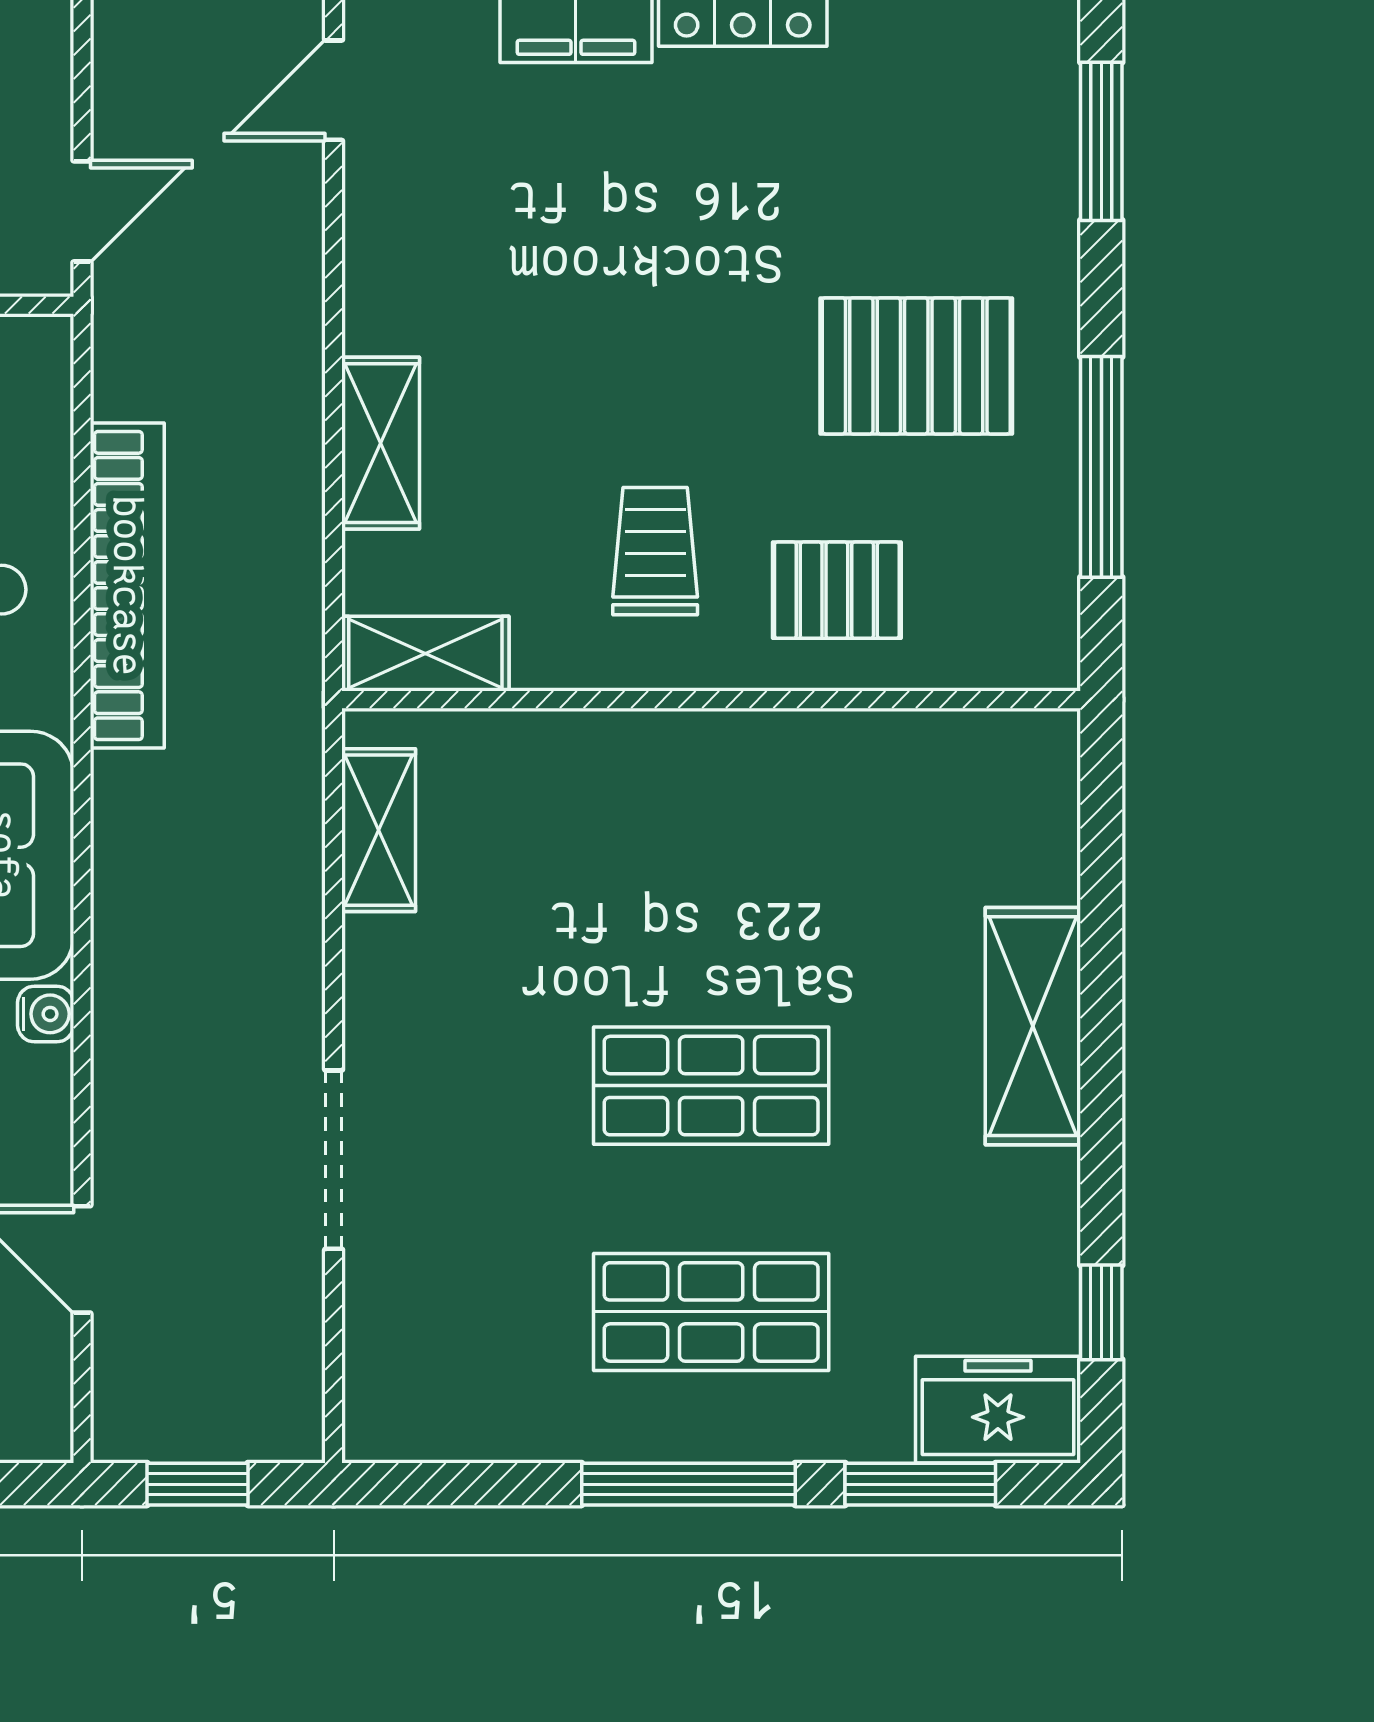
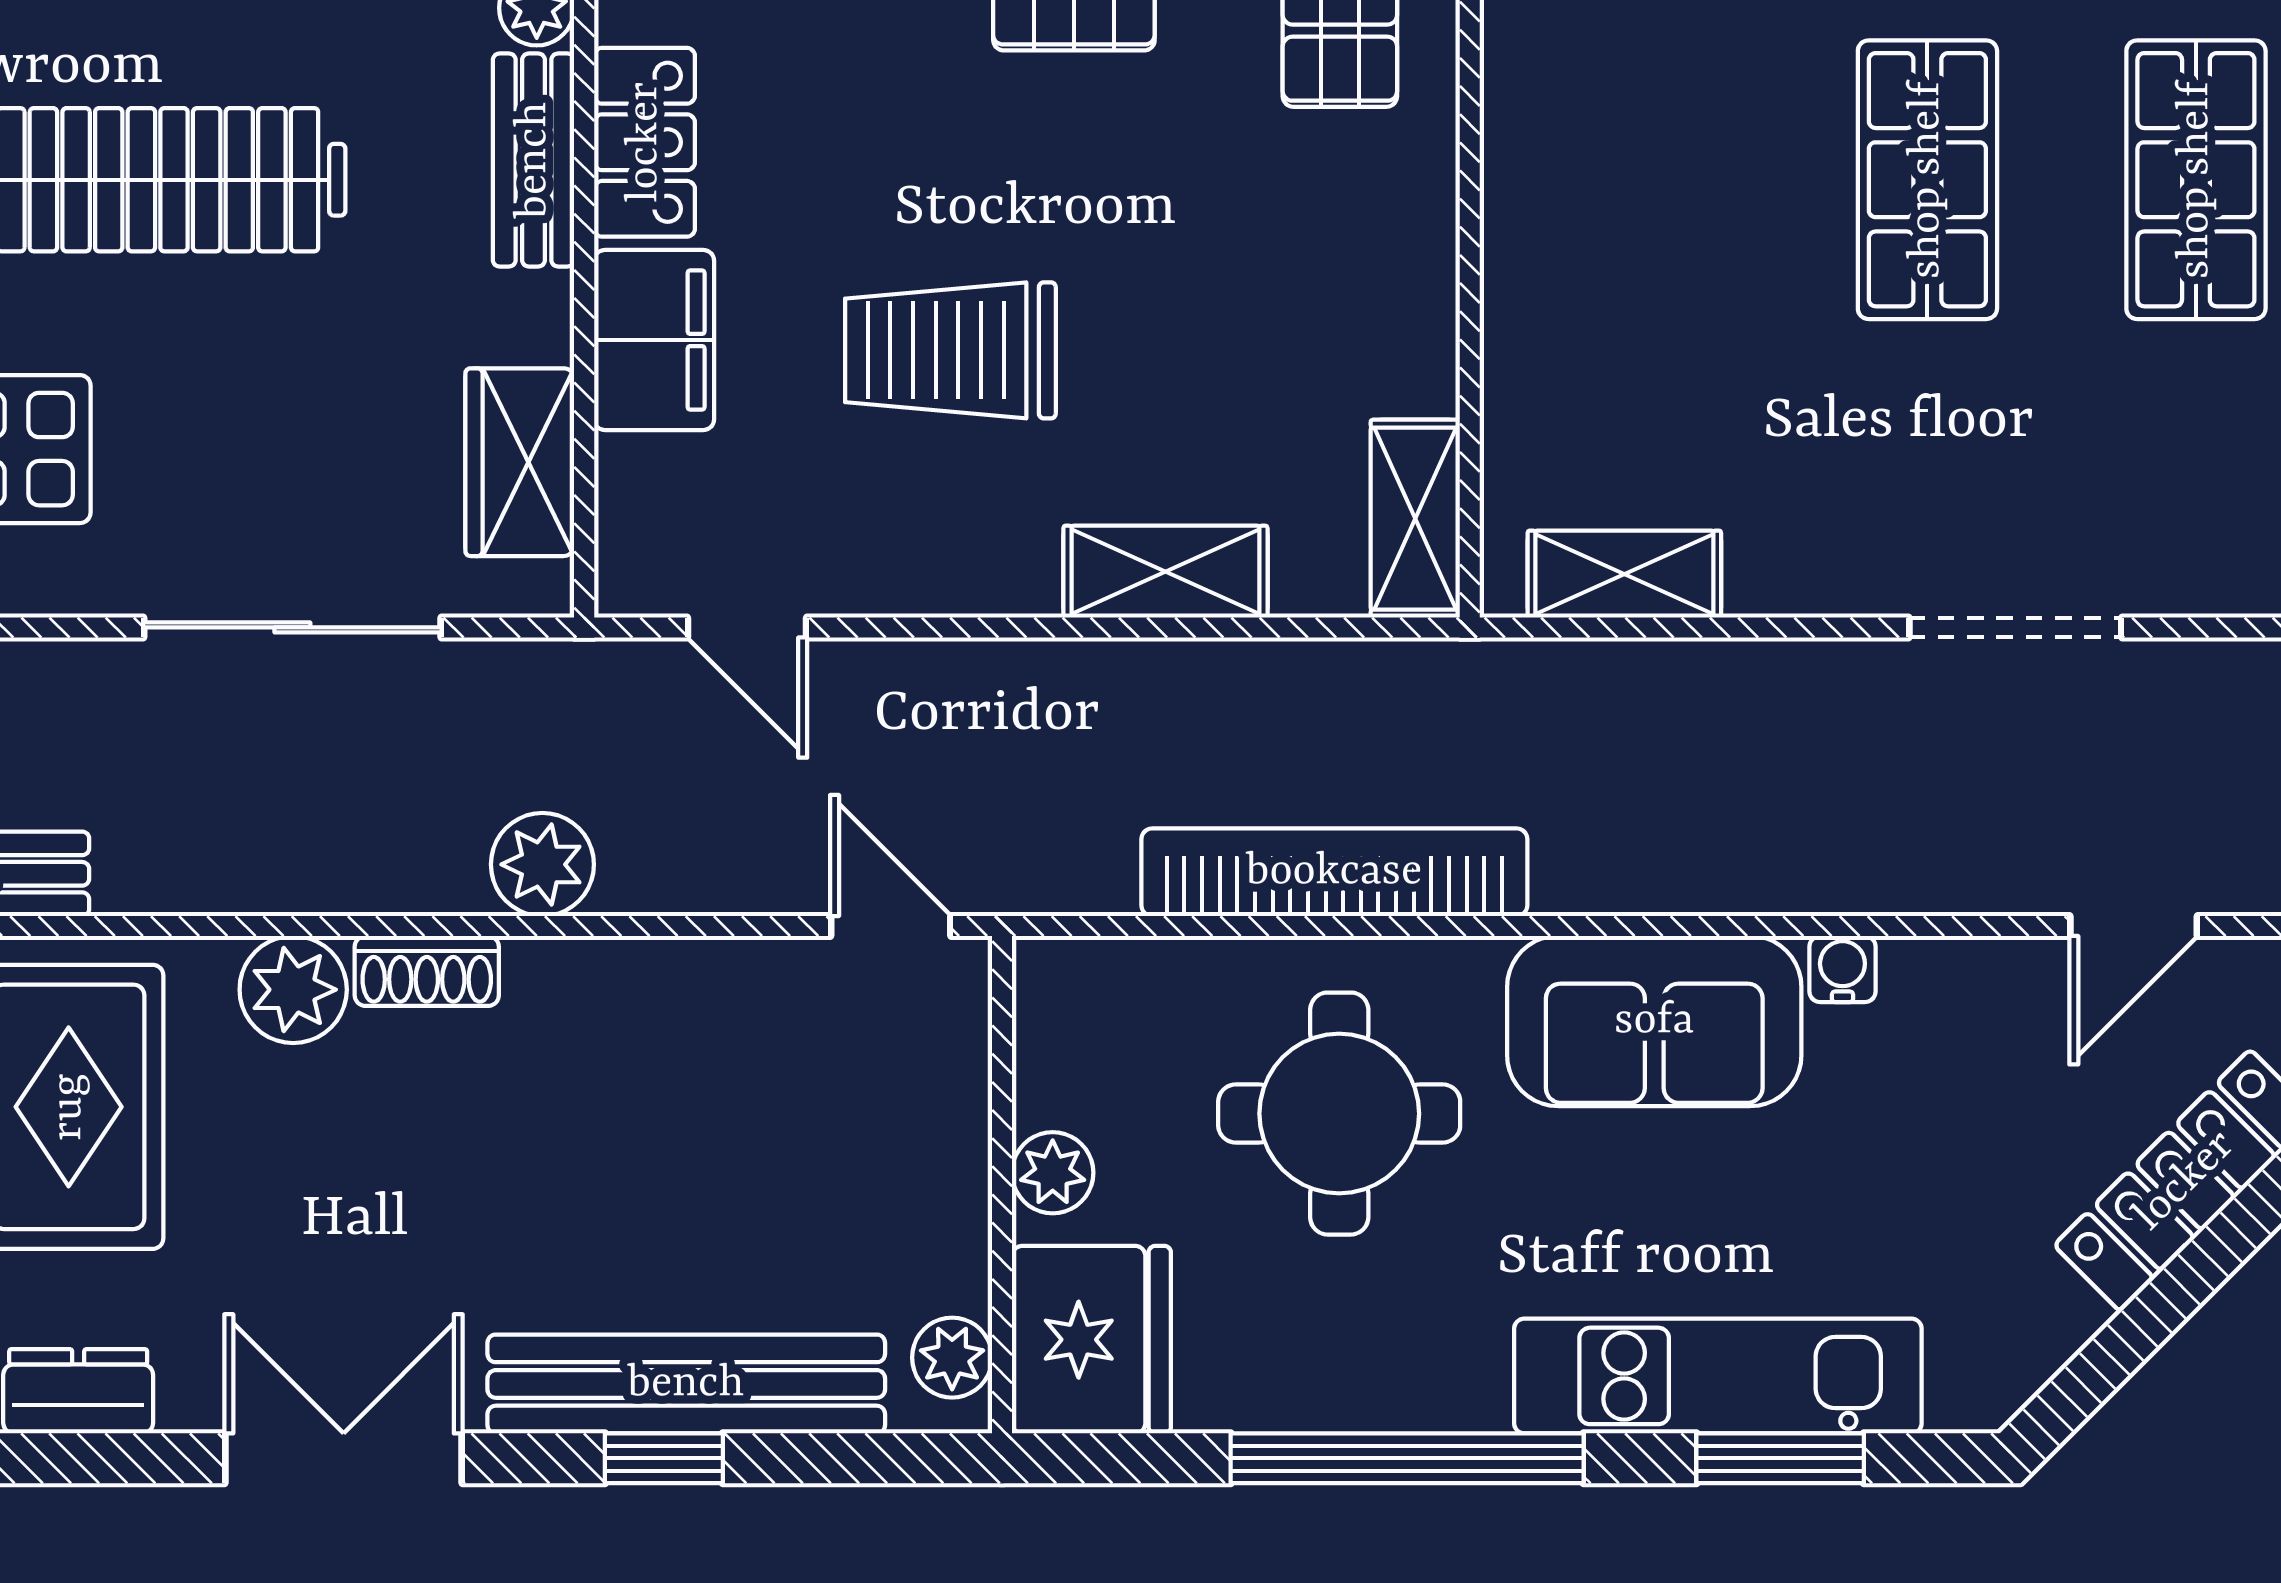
trolley: (655, 551) -> (950, 350), moved, width x1.36, depth x1.39

